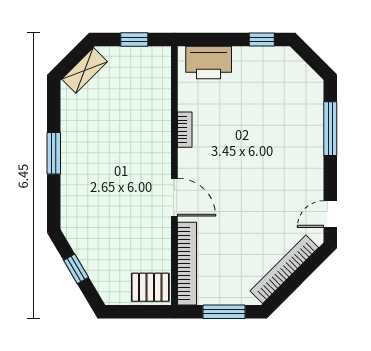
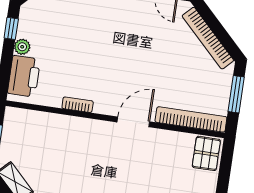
plant: (242, 55) -> (22, 47), added

